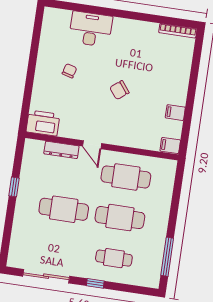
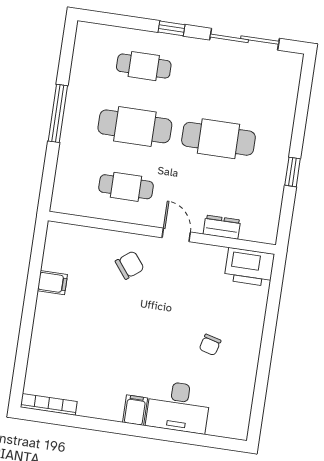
chair: (119, 90) -> (130, 265), moved
filing cabinet: (170, 145) -> (135, 410), moved, turned -90
dresser: (61, 150) -> (222, 227), width x0.70
cafe table: (126, 177) -> (126, 187), width x0.73, depth x0.74
window: (167, 257) -> (58, 113), moved

